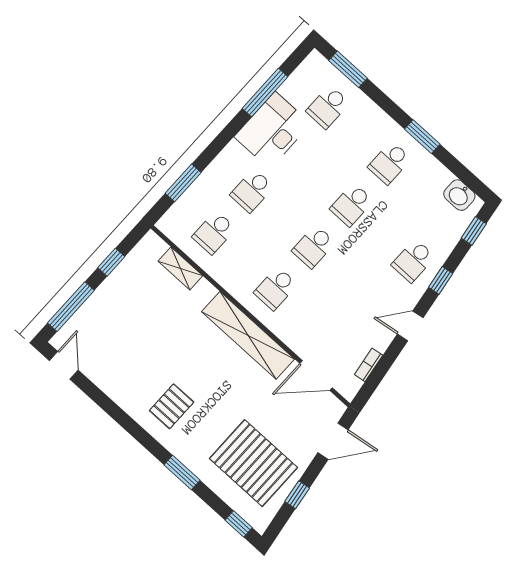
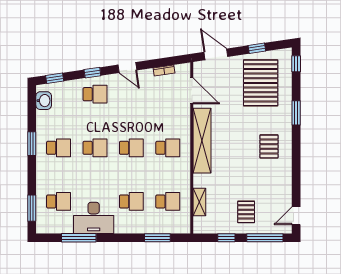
pallet: (120, 312) -> (246, 212), added
pallet: (172, 406) -> (269, 146), turned 90

